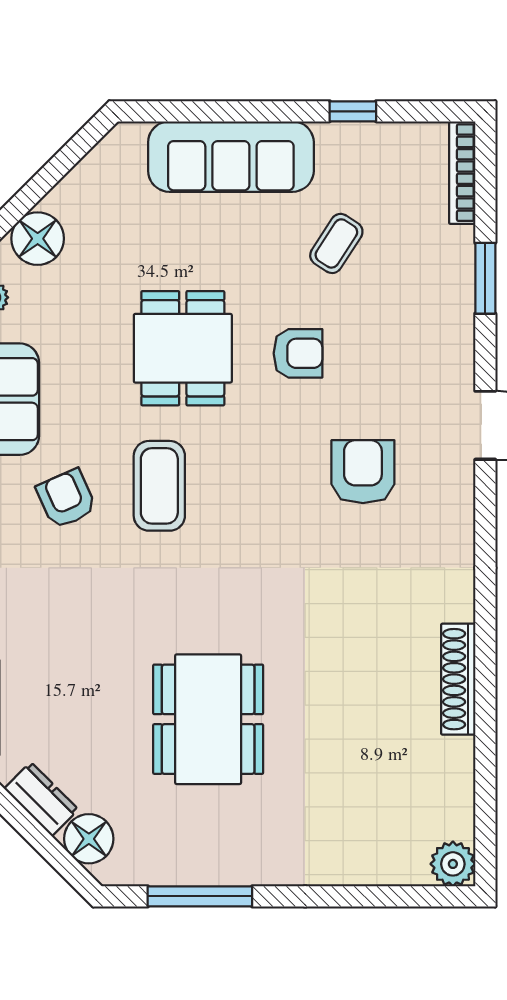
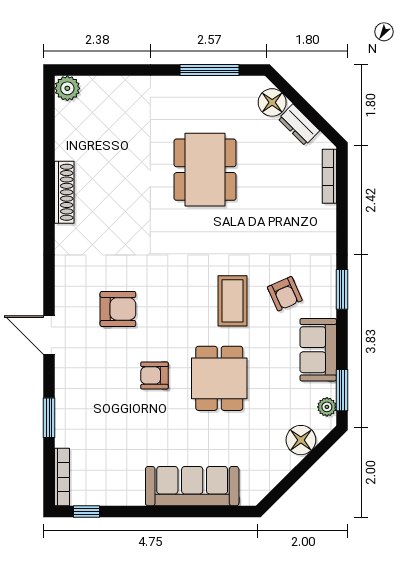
window: (353, 111) -> (86, 512), moved
coffee table: (336, 243) -> (133, 437), removed
armchair: (363, 472) -> (118, 309), turned -90

